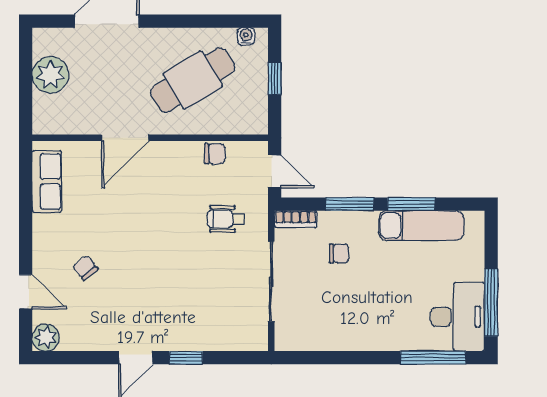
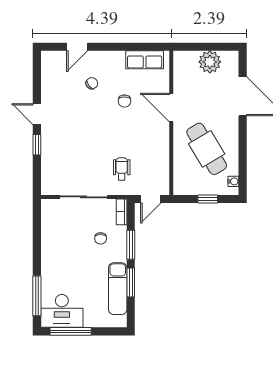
chair: (215, 154) -> (124, 101), moved
plant: (46, 338) -> (49, 59), removed

